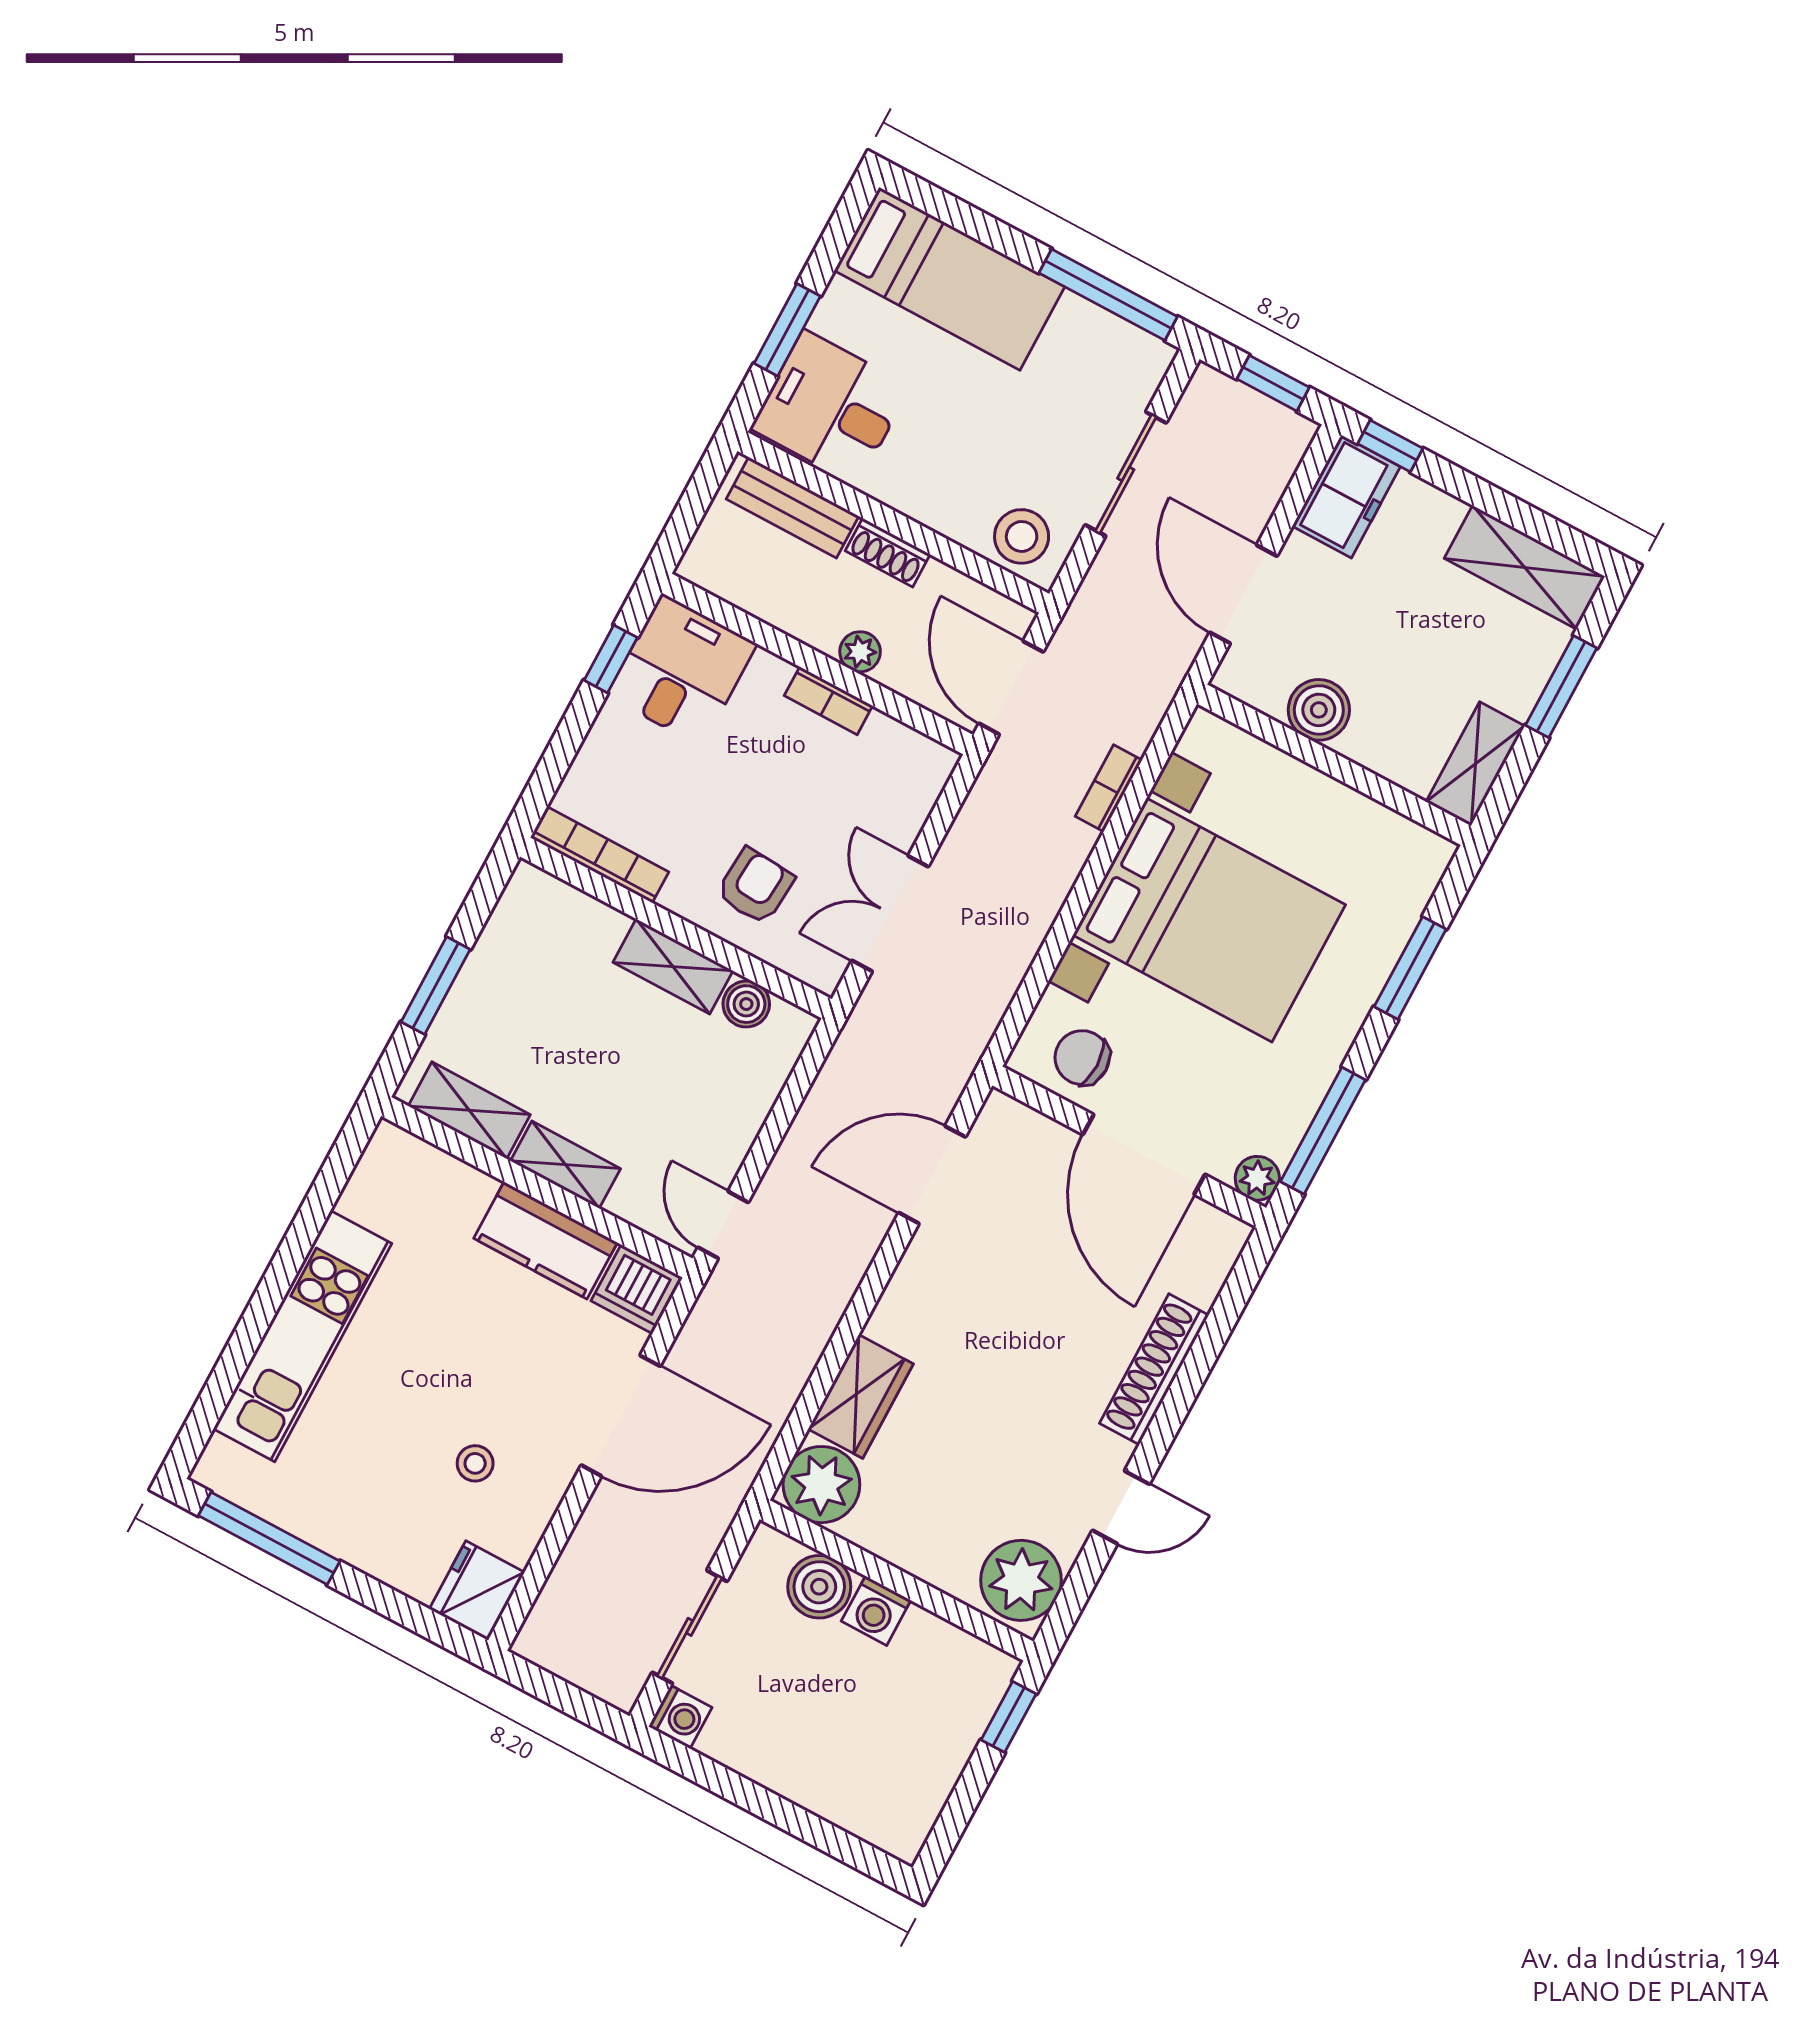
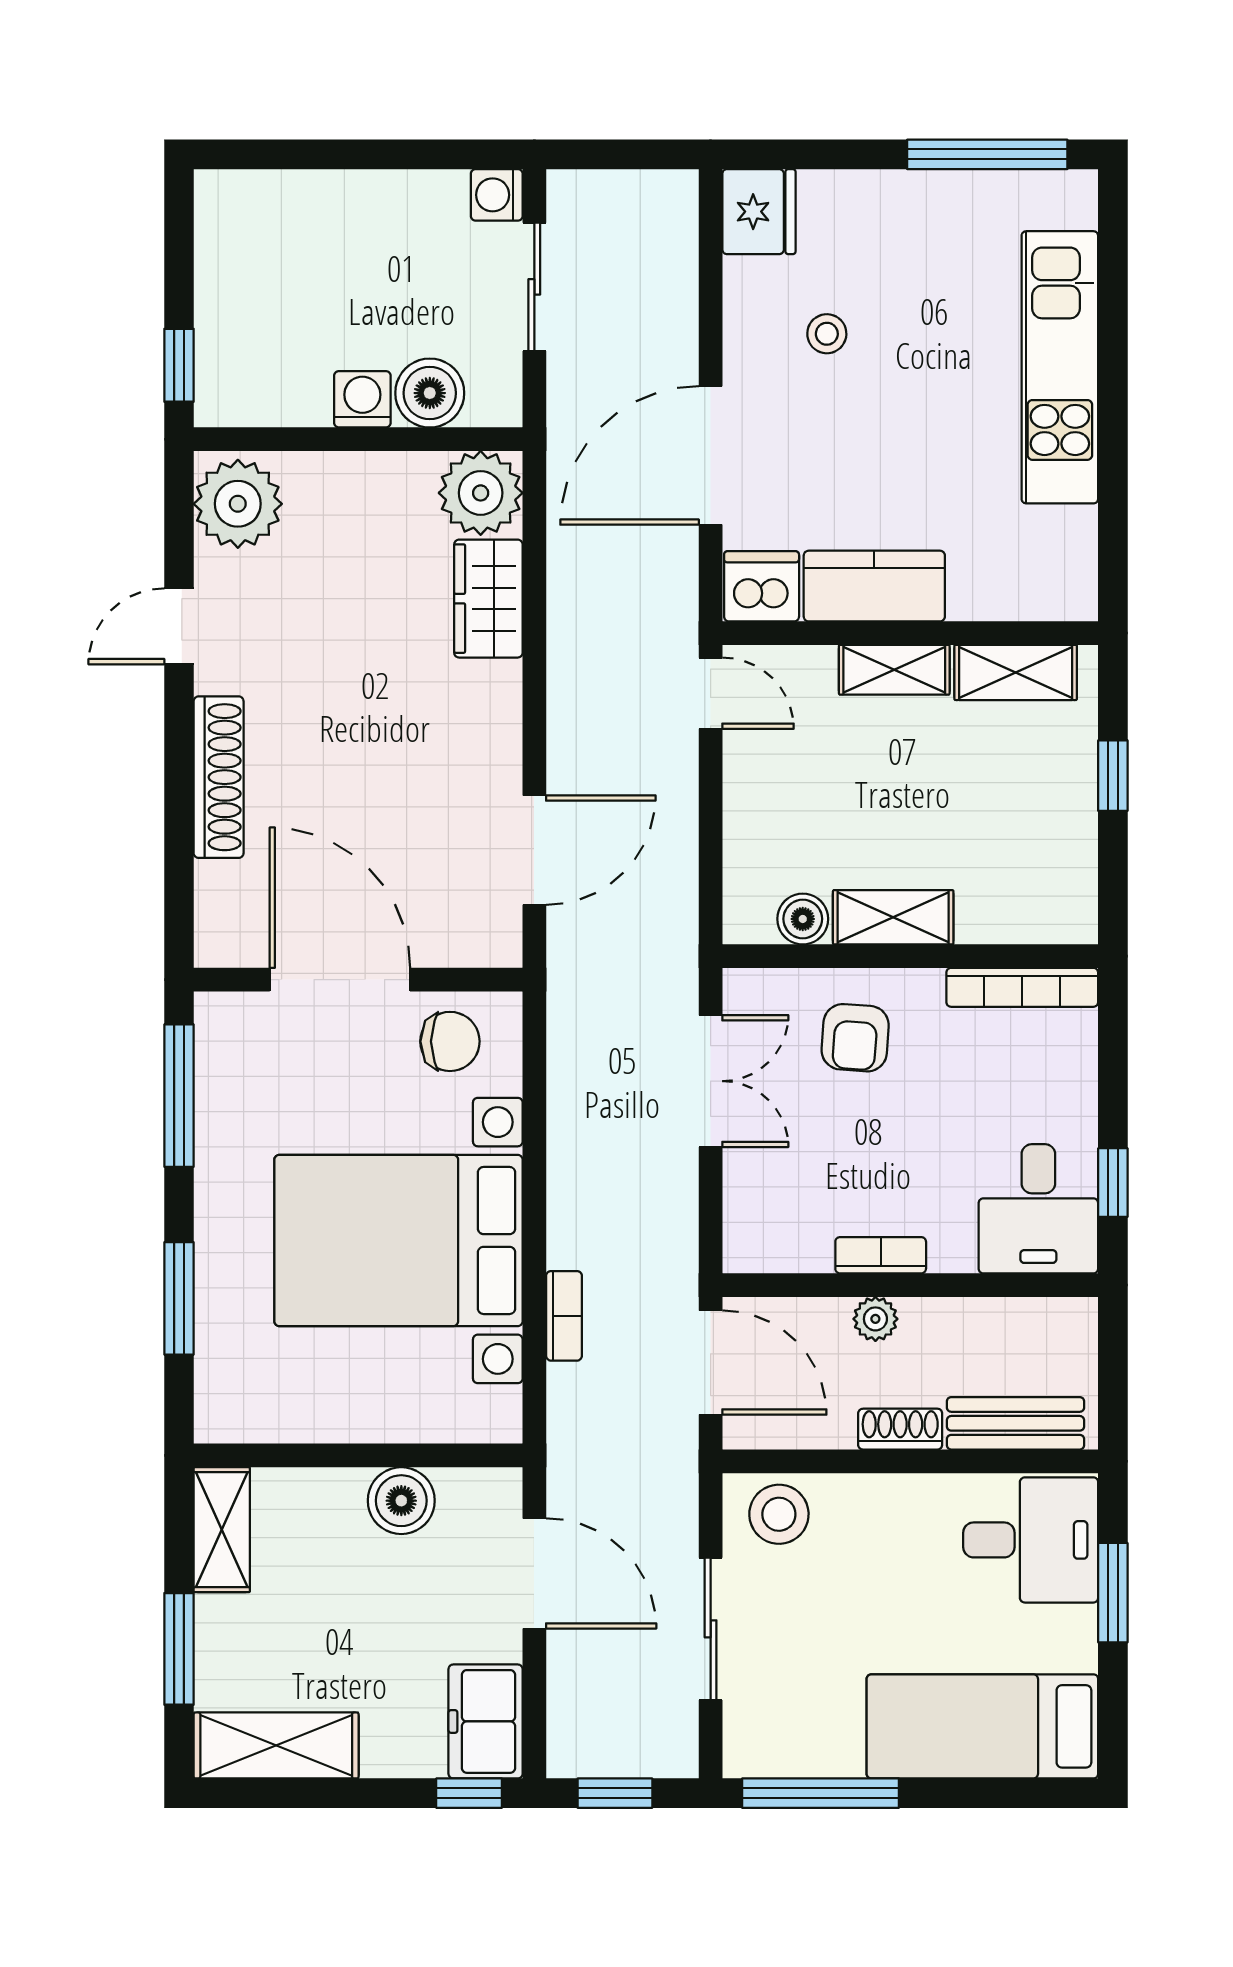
window: (436, 986) -> (1113, 776), width x0.67
plant: (1257, 1178) -> (218, 1016), removed

